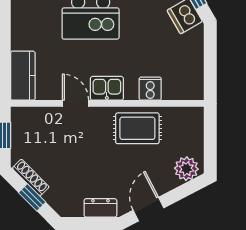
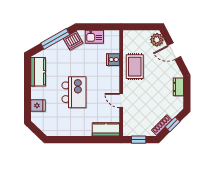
kitchen sink: (107, 88) -> (94, 37), moved, turned -90
door: (75, 103) -> (121, 101), hinge flipped
door: (148, 209) -> (174, 51), moved

